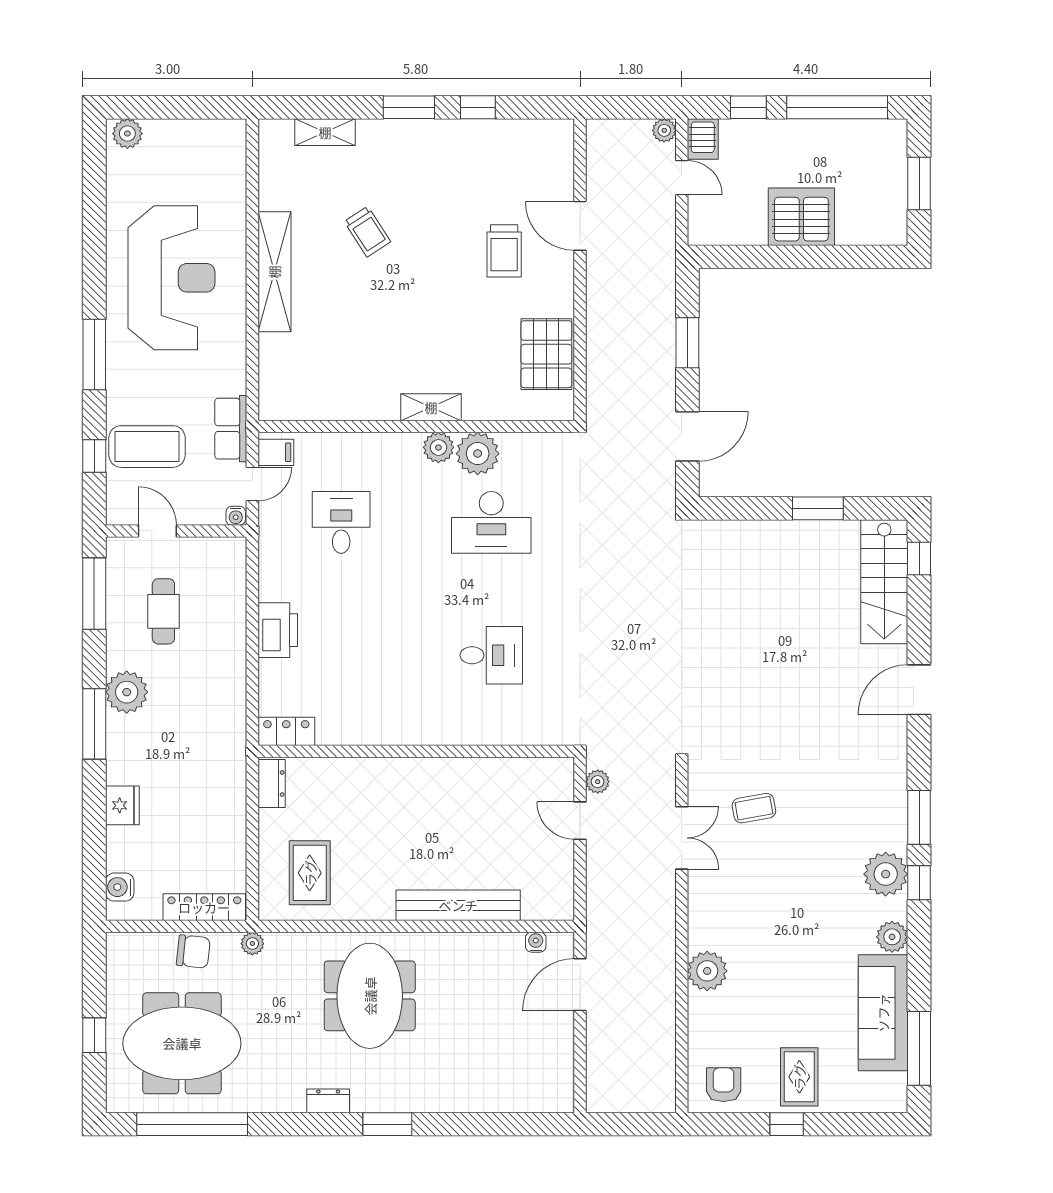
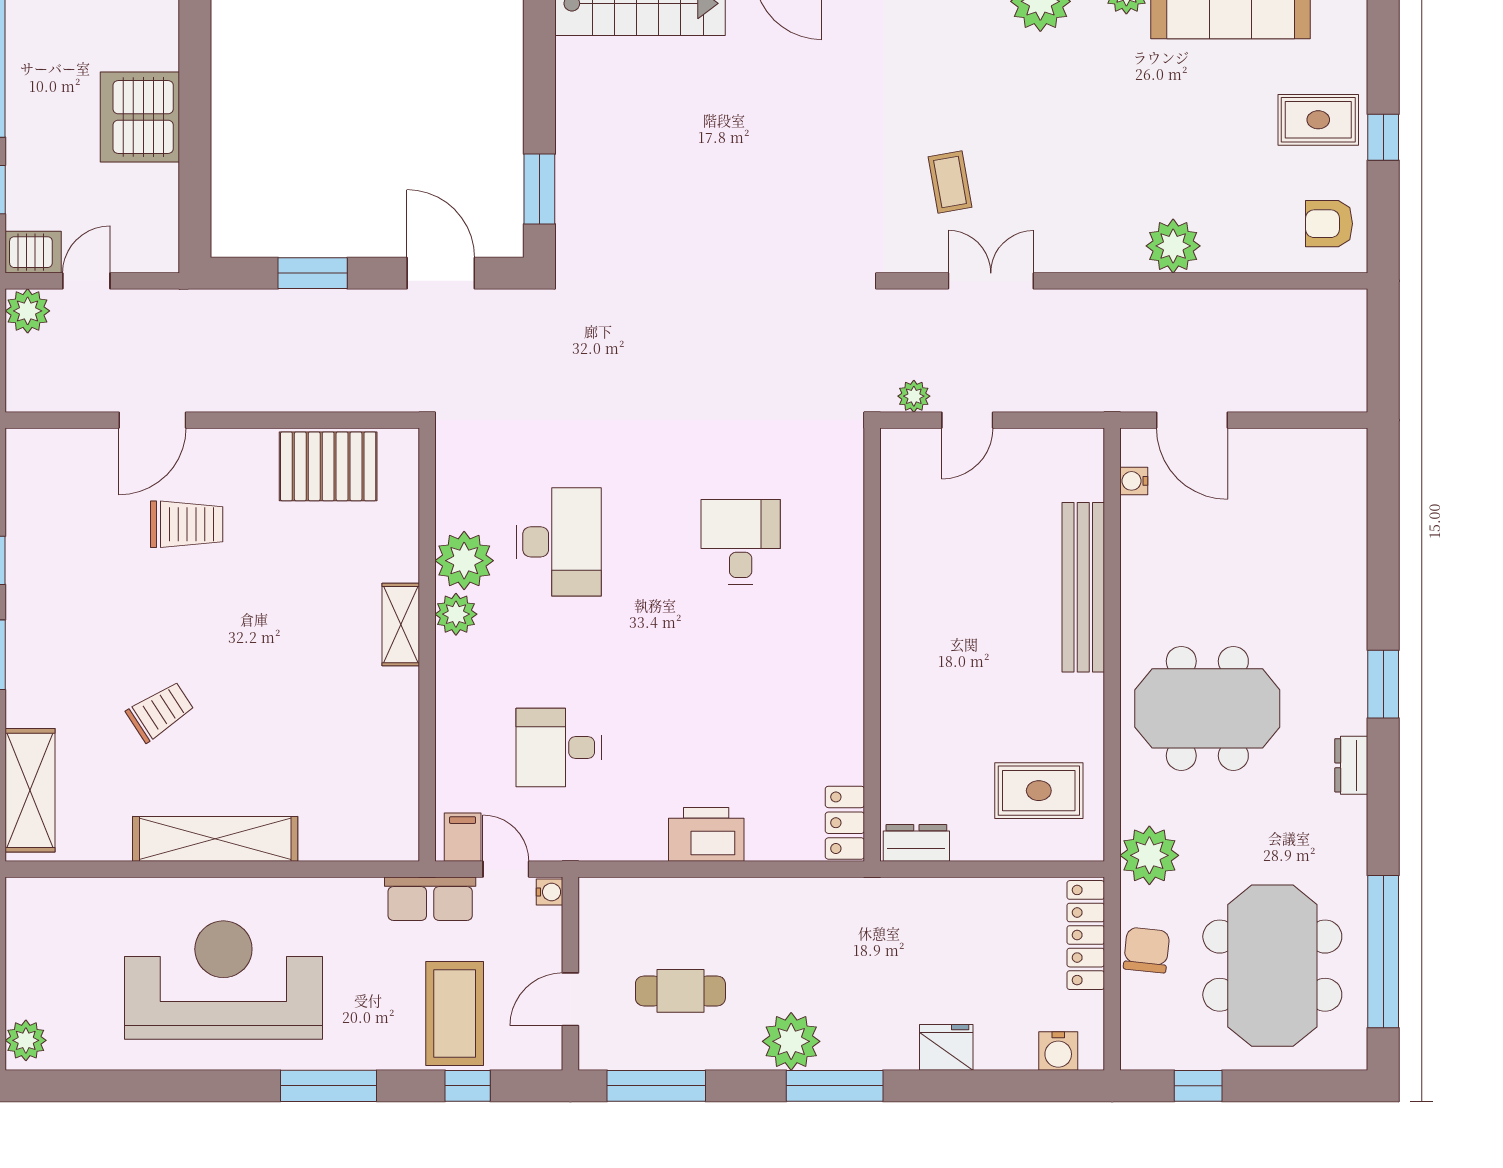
plant: (664, 130) -> (28, 311), width x1.38, depth x1.38
shelving: (325, 132) -> (30, 790), width x1.50, depth x1.33
window: (818, 508) -> (539, 189), moved
plant: (252, 944) -> (1149, 855), width x1.88, depth x1.88
window: (94, 1035) -> (1198, 1086), moved

